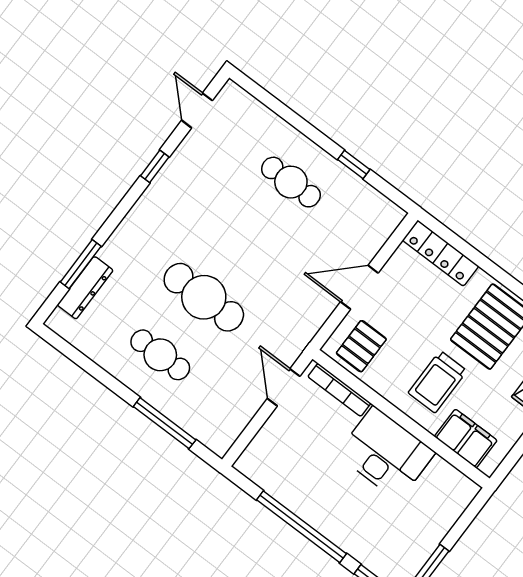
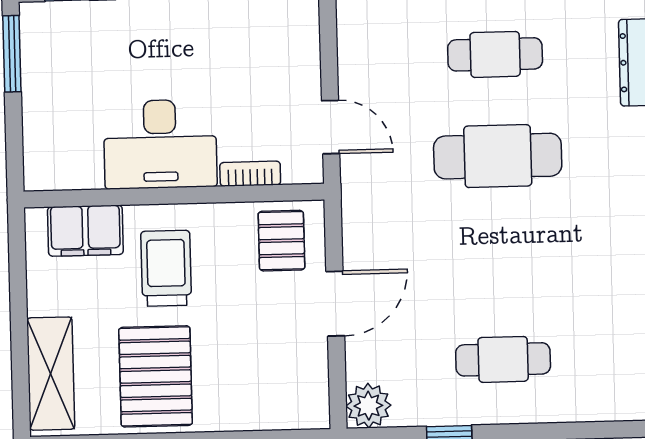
plant: (386, 216) -> (368, 406), added
locker: (441, 253) -> (276, 413), removed
bookcase: (339, 390) -> (250, 174), width x0.64

